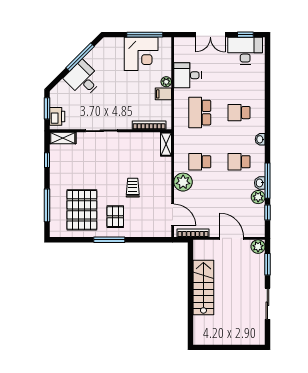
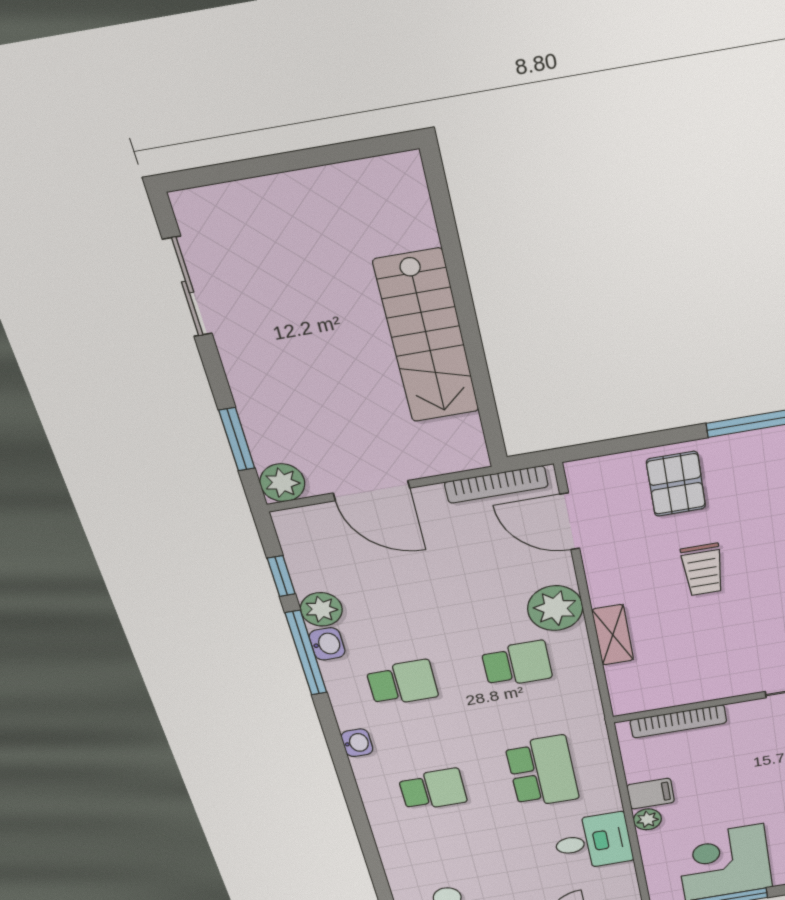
shelving: (166, 144) -> (613, 635), moved
pallet: (115, 217) -> (676, 484), moved
sliding door: (267, 304) -> (188, 287), moved

